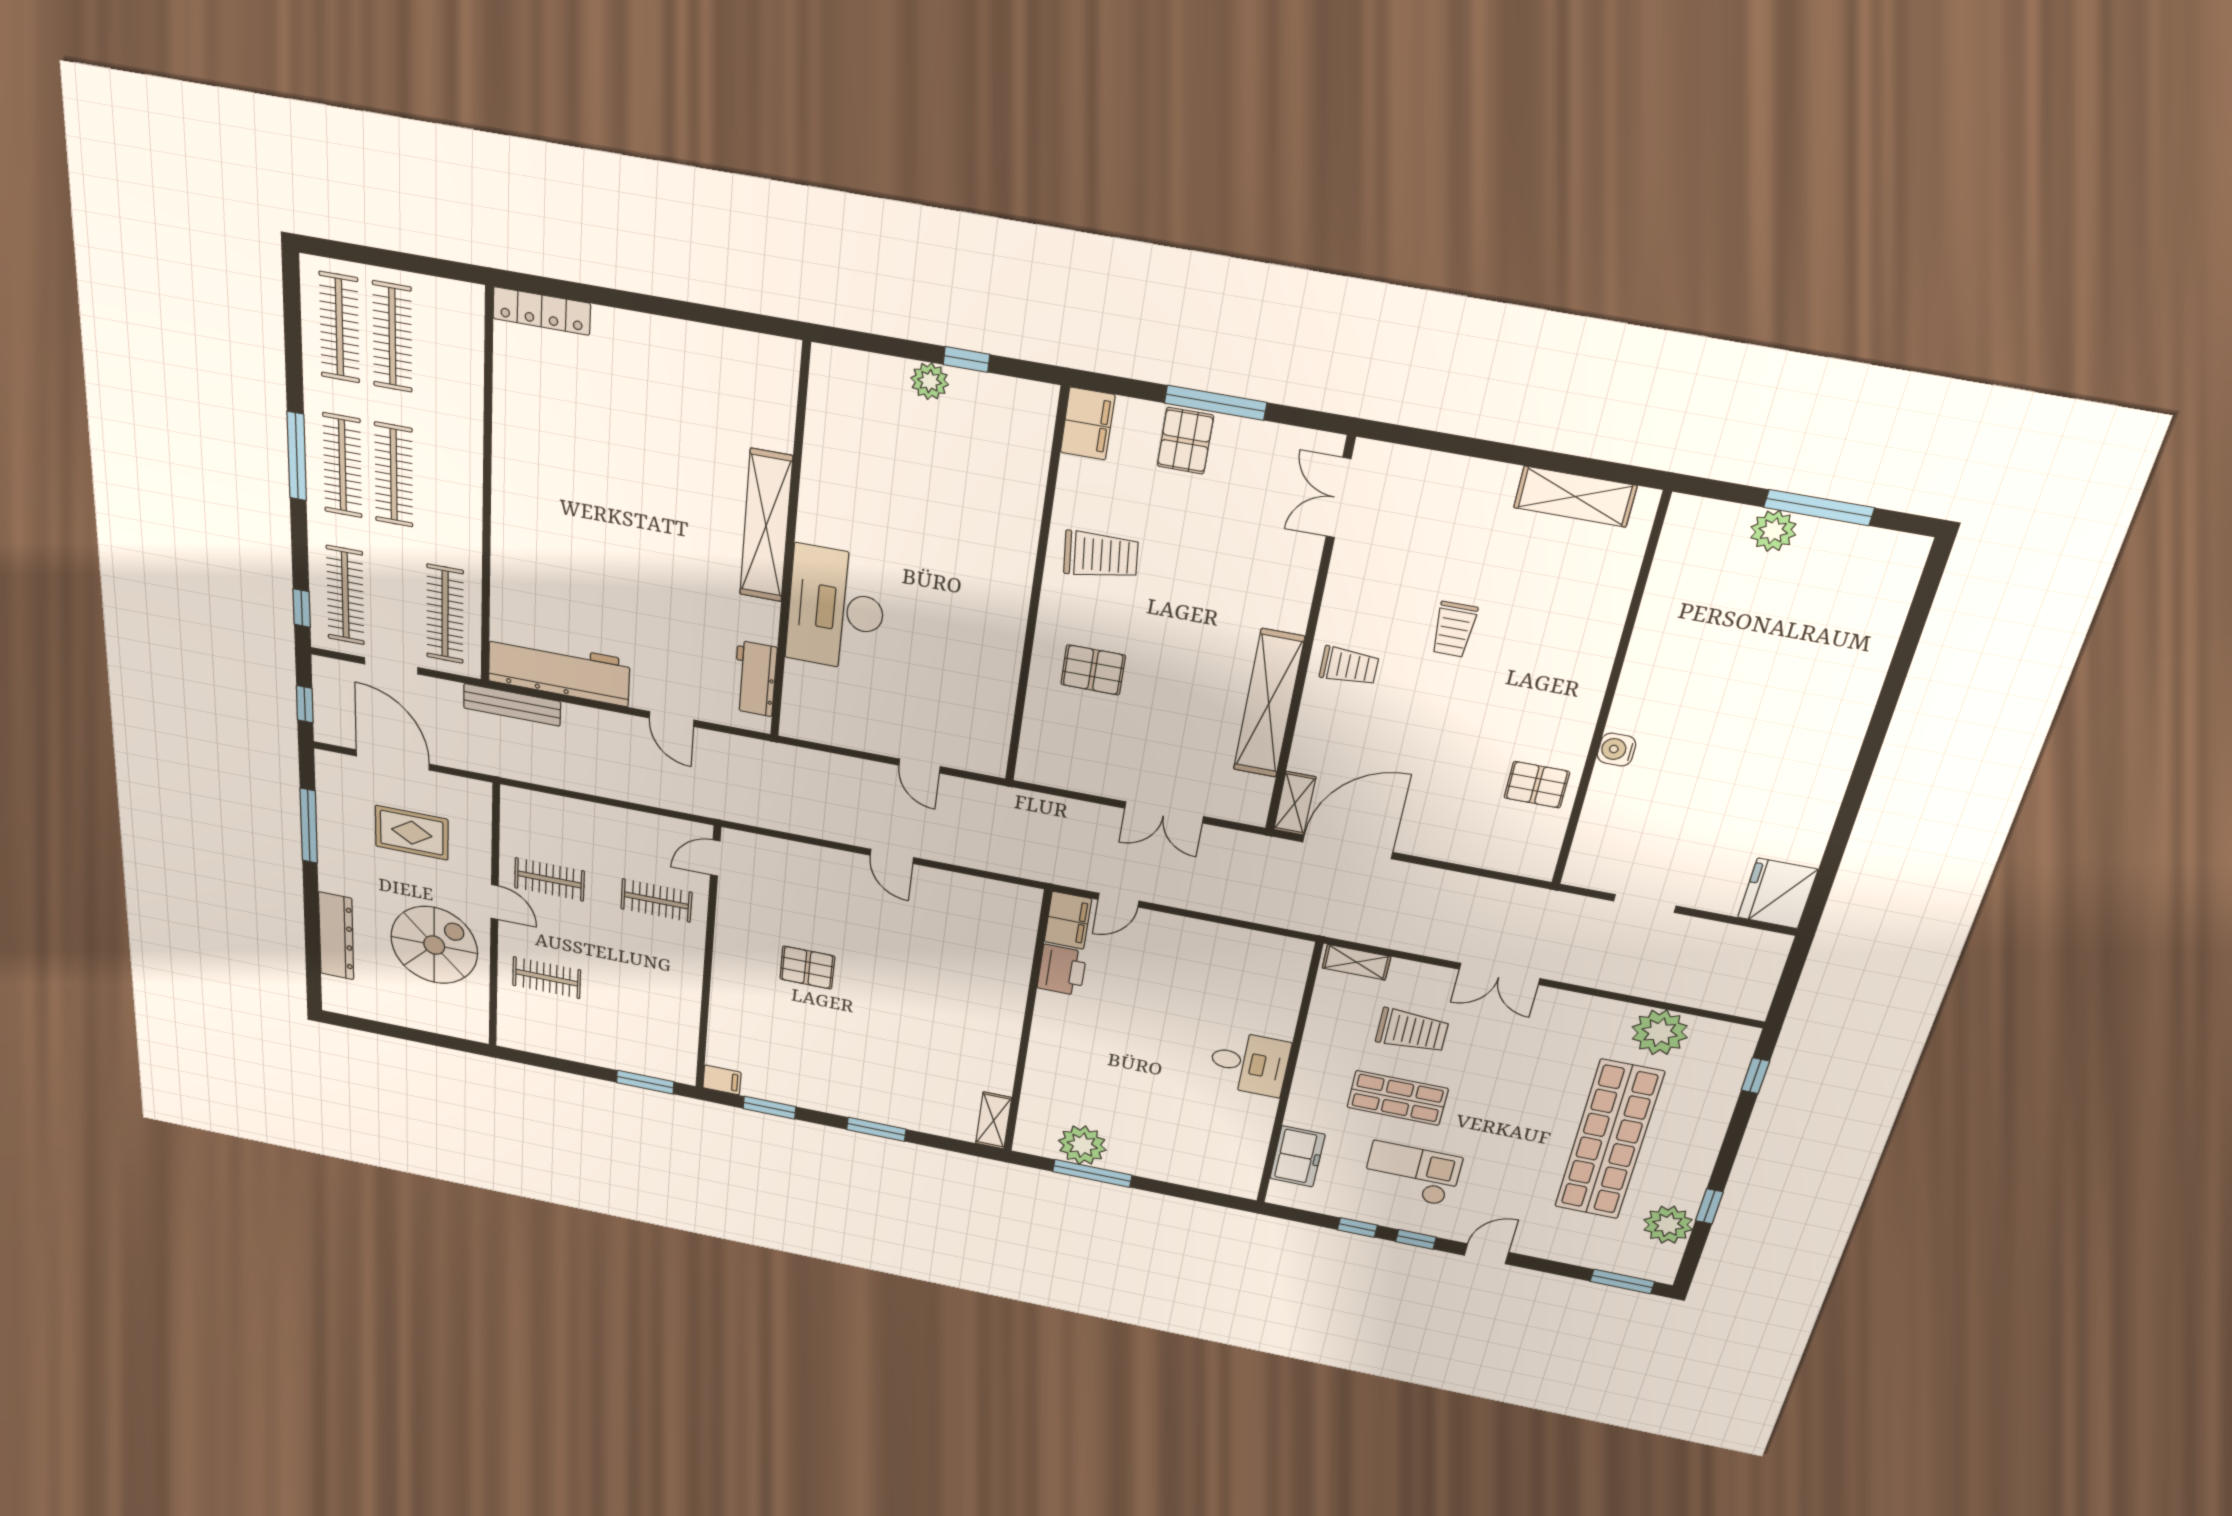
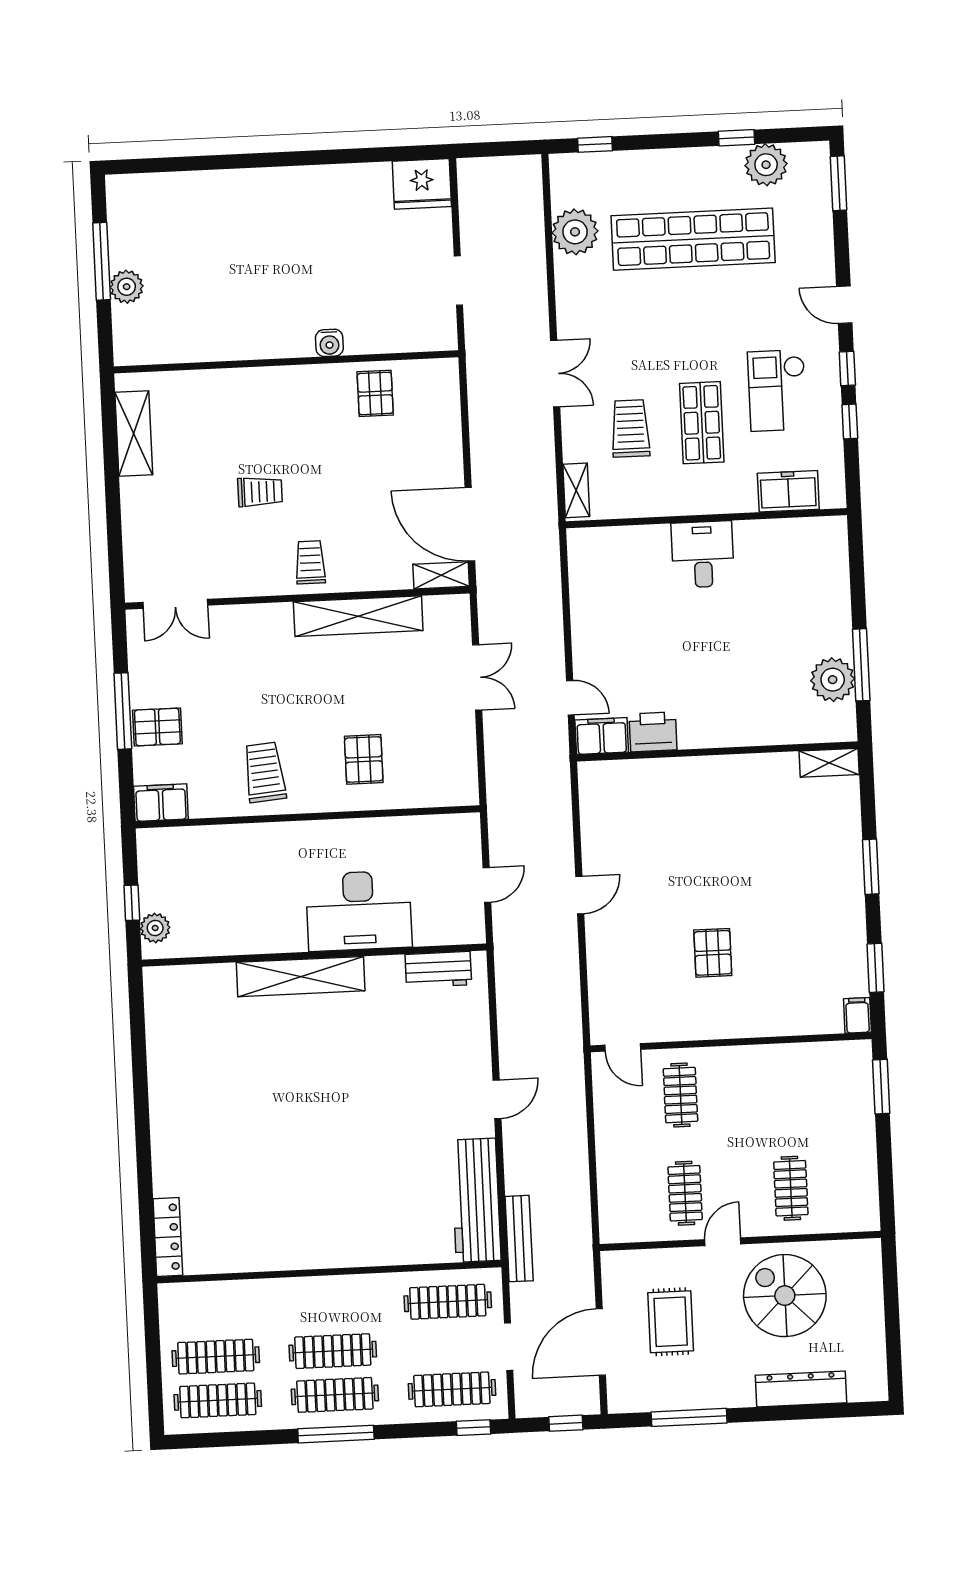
shelving: (766, 526) -> (301, 977), moved
wall: (790, 547) -> (314, 955), moved
desk: (836, 609) -> (359, 911), moved
workbench: (755, 679) -> (438, 970), moved

